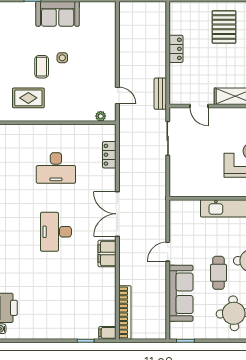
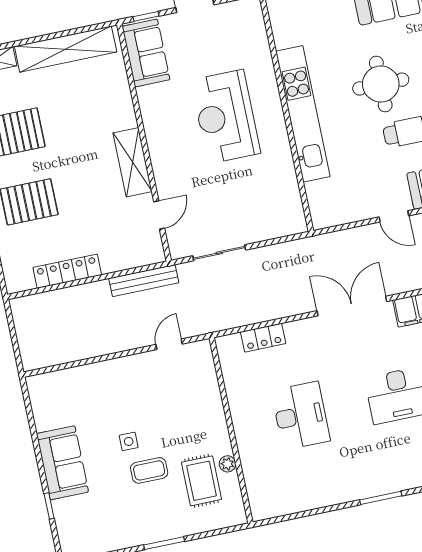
locker: (176, 49) -> (67, 271), width x1.53
bench: (160, 94) -> (144, 281), width x1.36
plant: (101, 116) -> (228, 464), moved
double door: (117, 214) -> (352, 306), swing flipped

